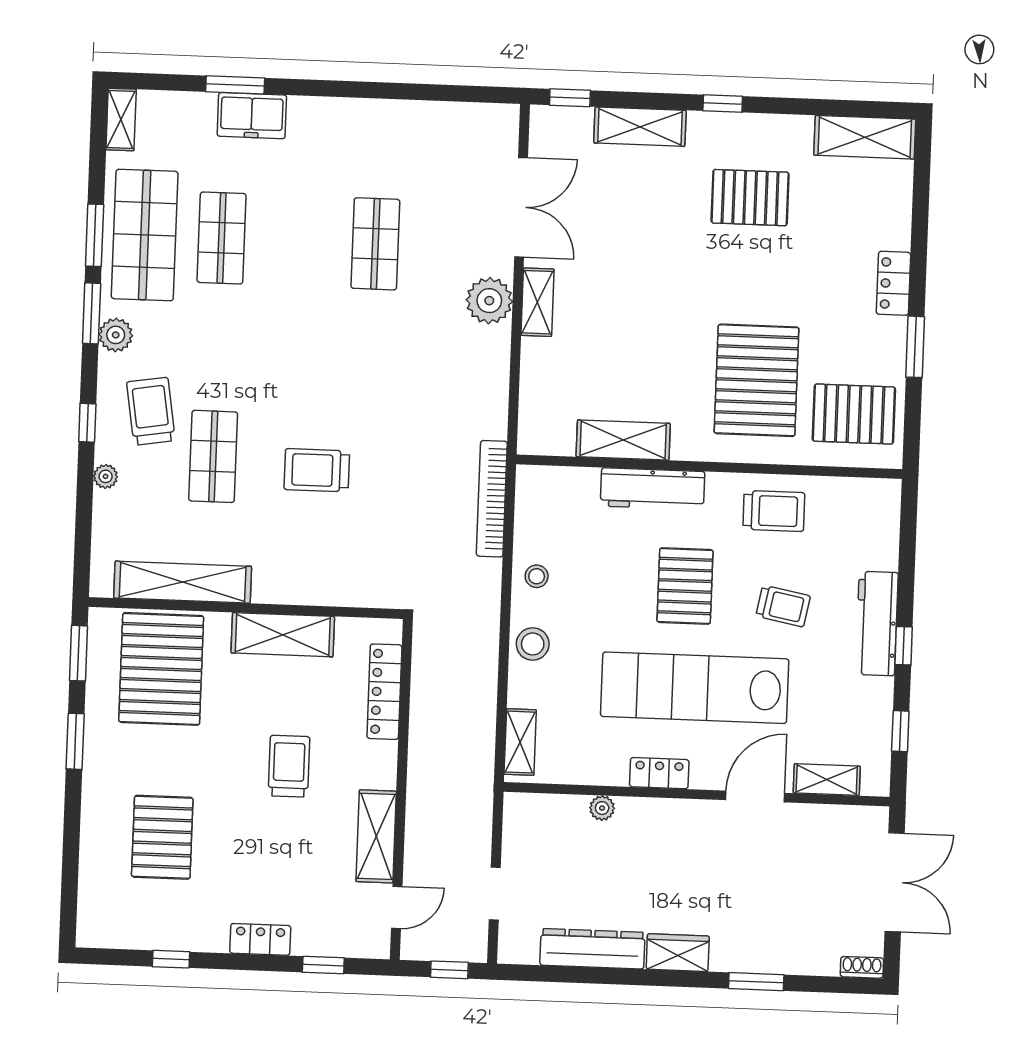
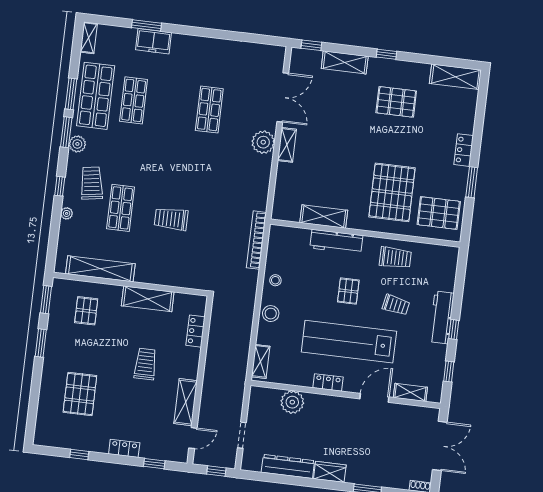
pallet: (685, 586) -> (348, 291), width x0.67, depth x0.71
pallet: (161, 669) -> (86, 311), width x0.49, depth x0.50
locker: (384, 692) -> (196, 331), width x0.66
plant: (602, 808) -> (292, 402), width x1.88, depth x1.88

